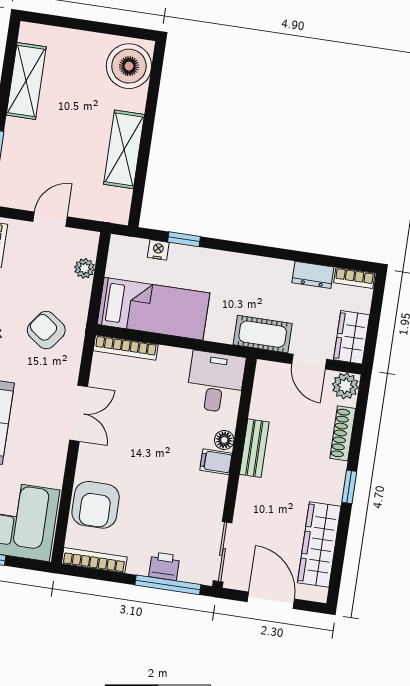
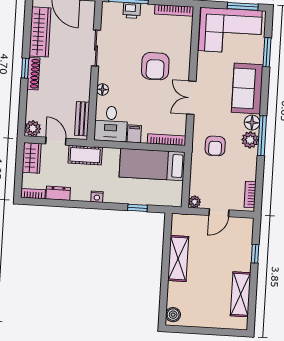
boiler: (129, 66) -> (173, 315), width x0.54, depth x0.54
nightstand: (158, 250) -> (97, 197), moved
plant: (85, 268) -> (195, 202), moved
armchair: (46, 330) -> (215, 146), turned 54
shoe rack: (343, 433) -> (33, 74), moved
bench: (254, 448) -> (82, 119), moved
filing cabinet: (216, 462) -> (134, 134), moved, turned -90
armchair: (96, 505) -> (155, 66), moved, turned 180
sliding door: (223, 552) -> (96, 48), moved

